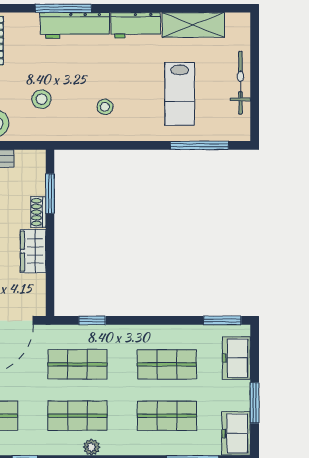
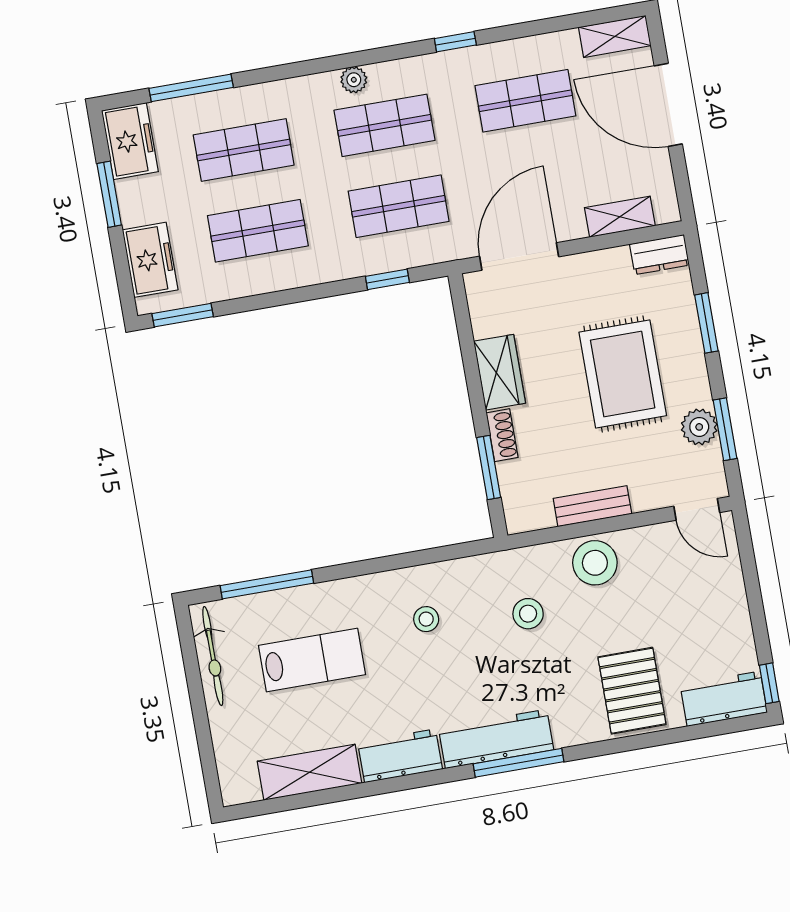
bicycle: (240, 83) -> (213, 656), moved
lab bench: (180, 94) -> (312, 660), turned 90

